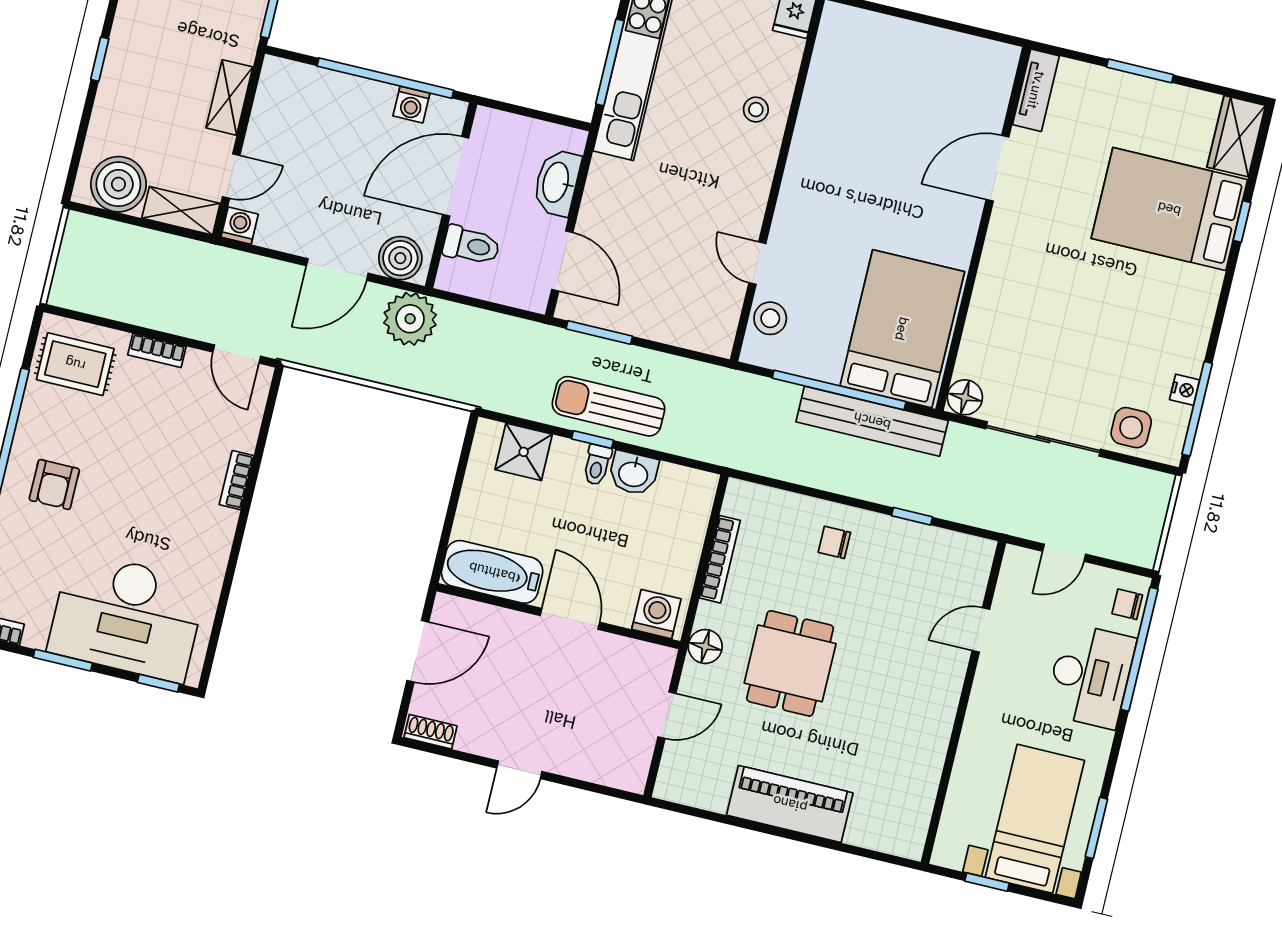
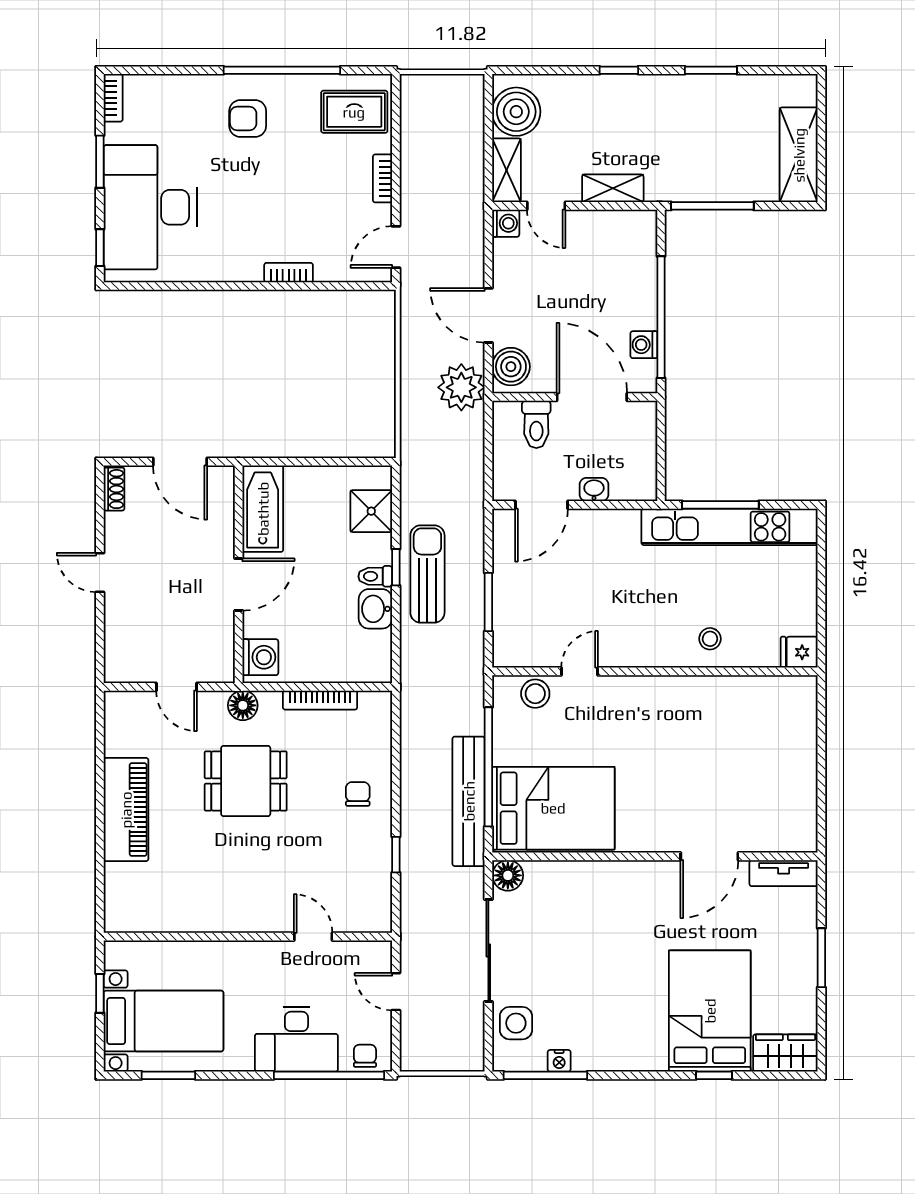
door: (998, 168) -> (709, 856), swing flipped
washbasin: (557, 183) -> (594, 490), width x0.52, depth x0.69
window: (599, 332) -> (488, 602), moved
rug: (75, 364) -> (354, 112), turned 90

